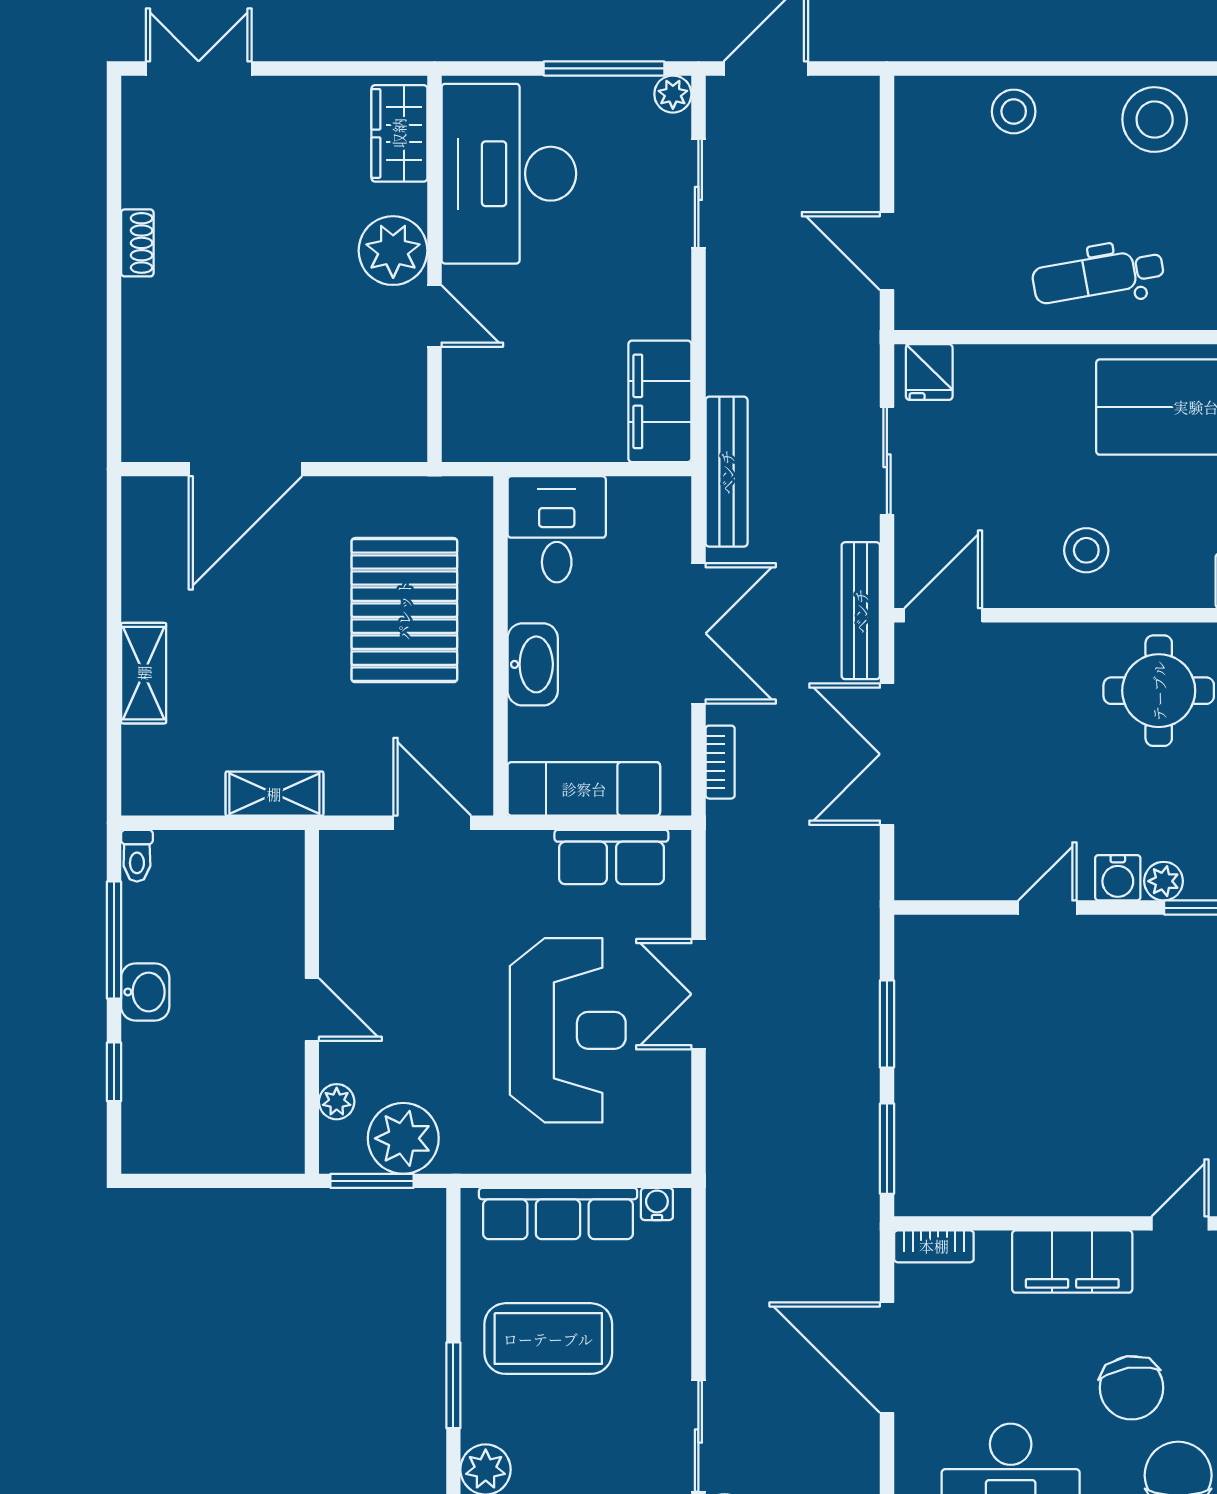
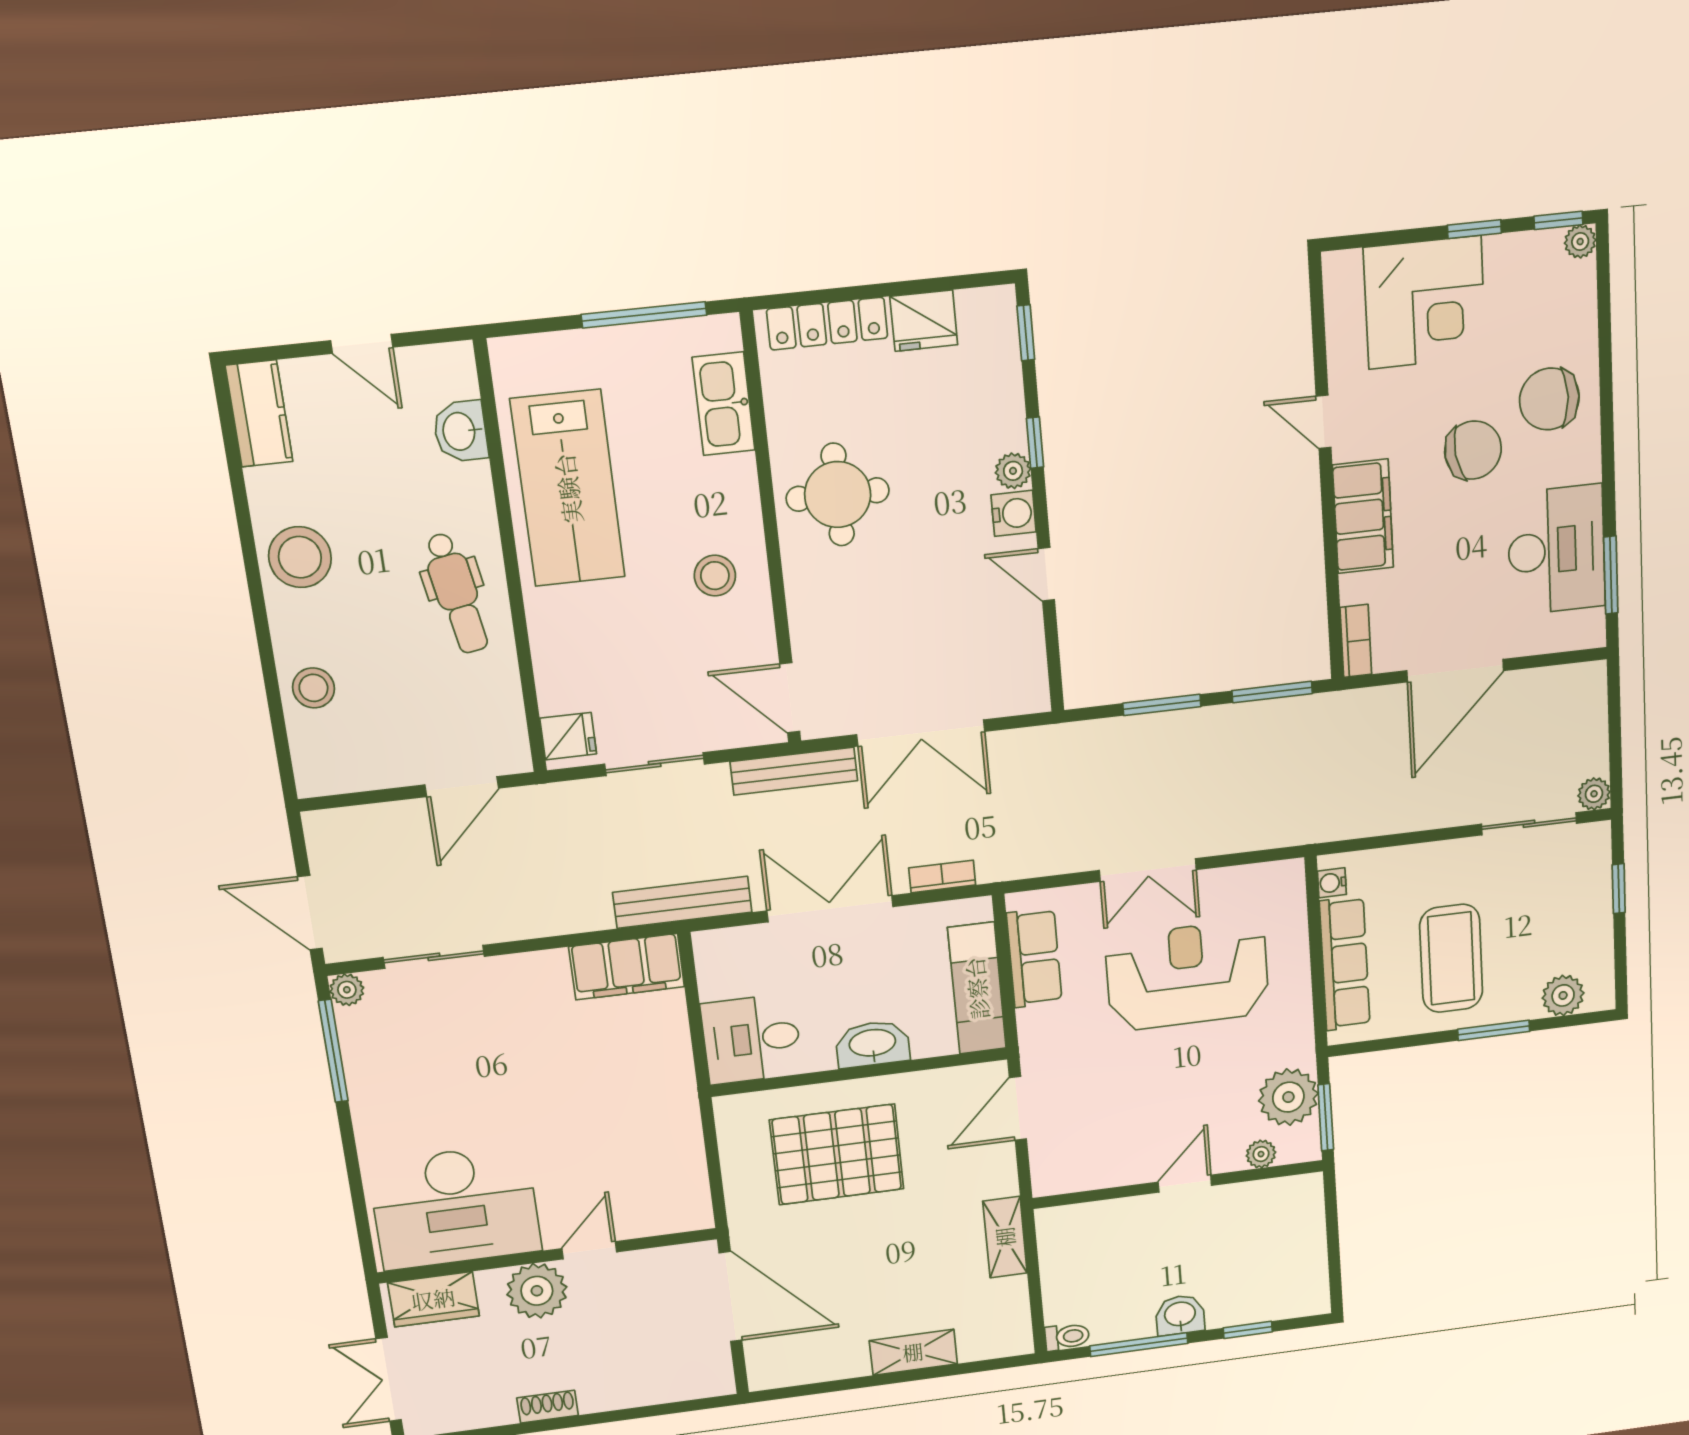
wardrobe: (399, 133) -> (433, 1299), moved
desk: (509, 174) -> (455, 1207), moved
plant: (393, 251) -> (537, 1291), moved
wall: (434, 269) -> (548, 1256), moved
door: (434, 316) -> (589, 1250), moved

